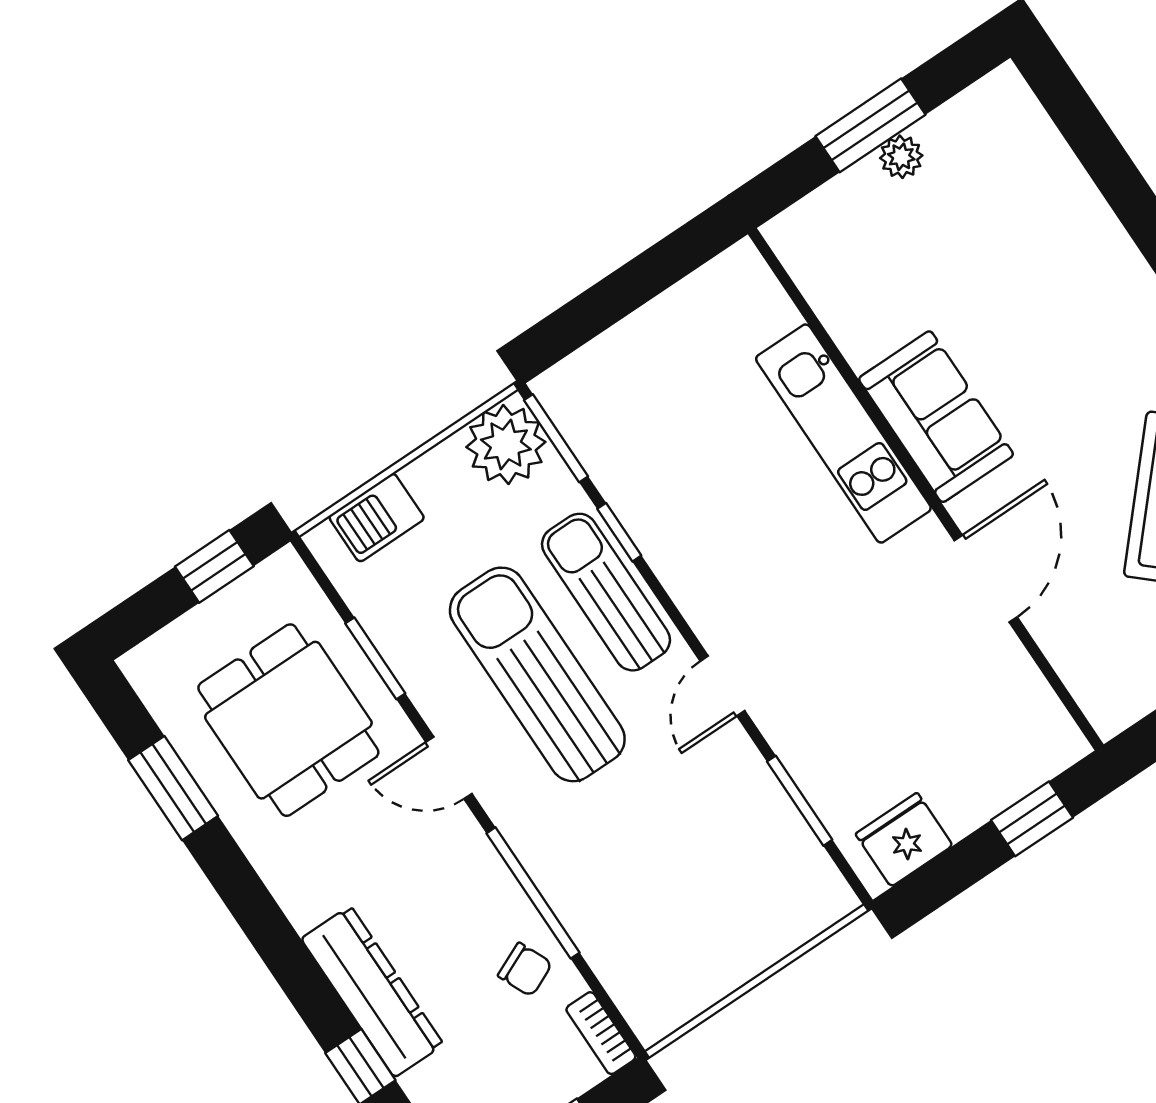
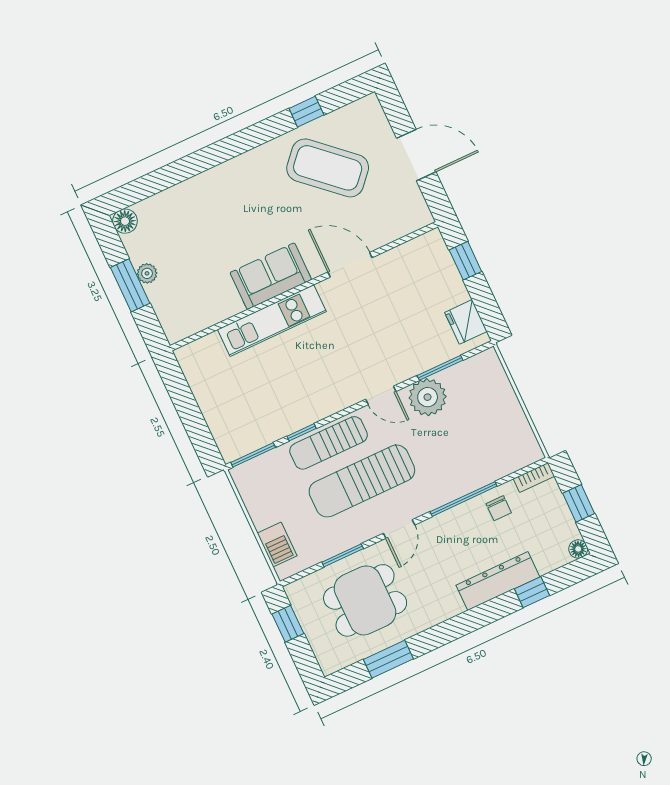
floor lamp: (1003, 94) -> (125, 221), added
plant: (506, 445) -> (428, 397), moved
chair: (525, 970) -> (499, 508), turned 114

